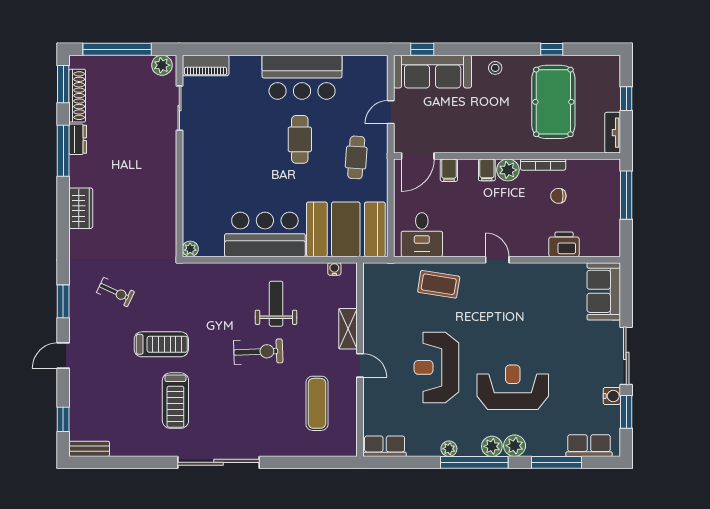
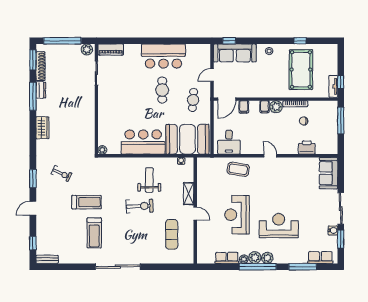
window: (626, 99) -> (341, 82), moved
row of seats: (385, 446) -> (227, 258), moved
plant: (515, 446) -> (255, 258), moved

